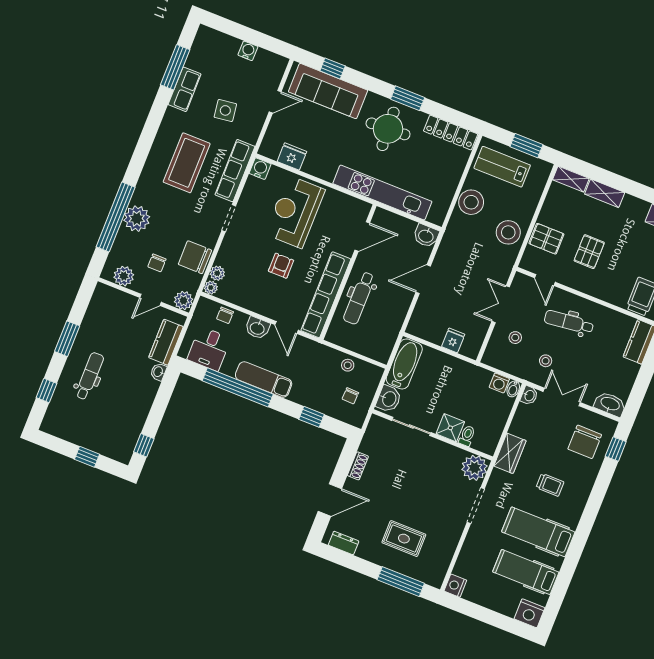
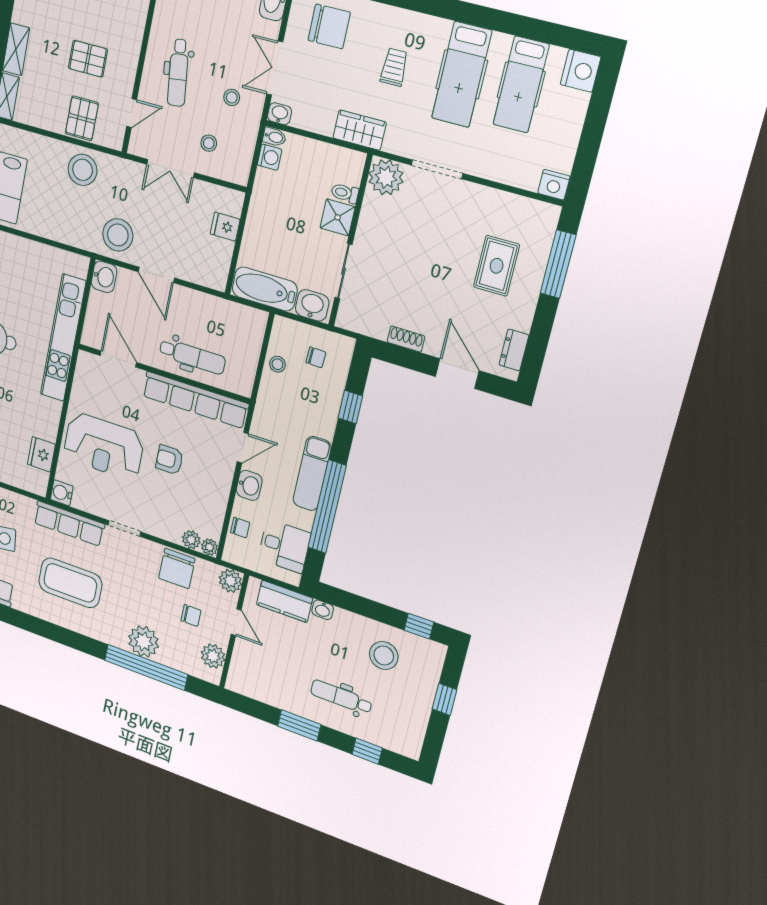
stool: (471, 202) -> (118, 235), moved
stool: (122, 415) -> (384, 656), added

